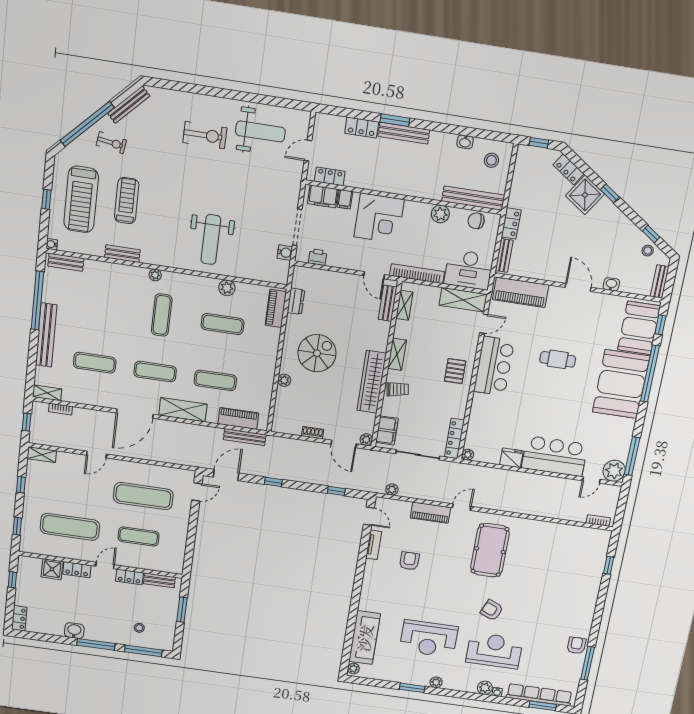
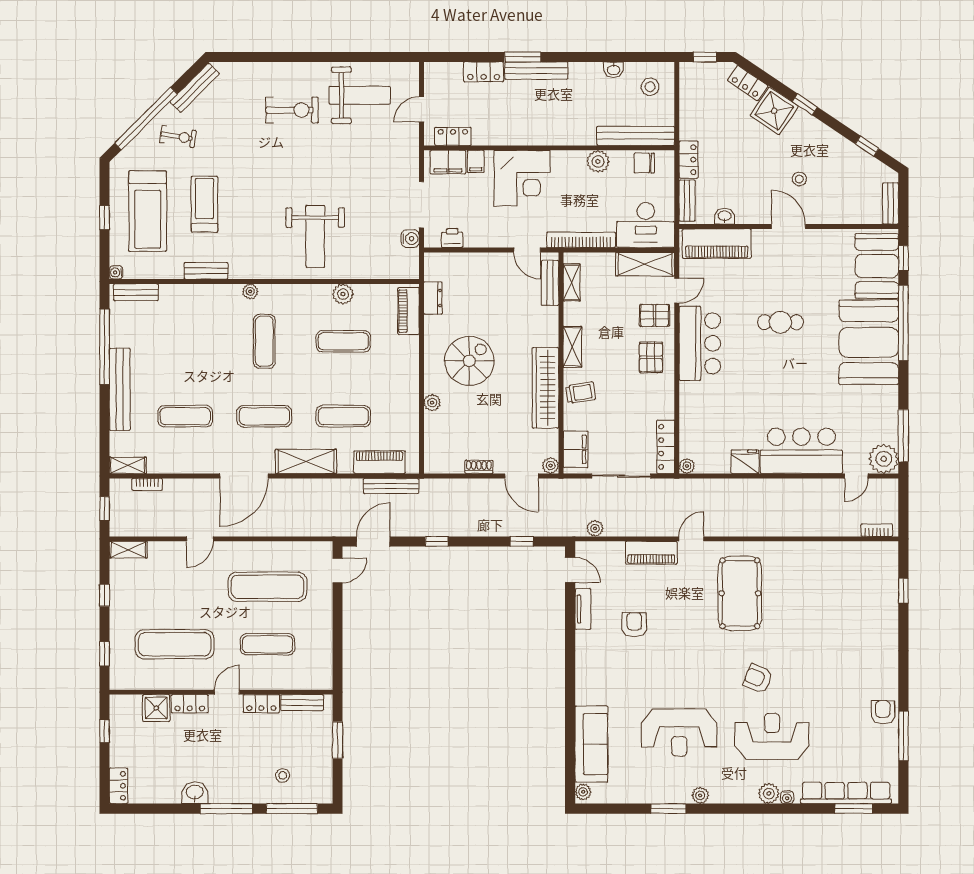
stool: (648, 251) -> (799, 179), moved
washbasin: (611, 284) -> (725, 216), moved
pallet: (463, 340) -> (655, 315), added

